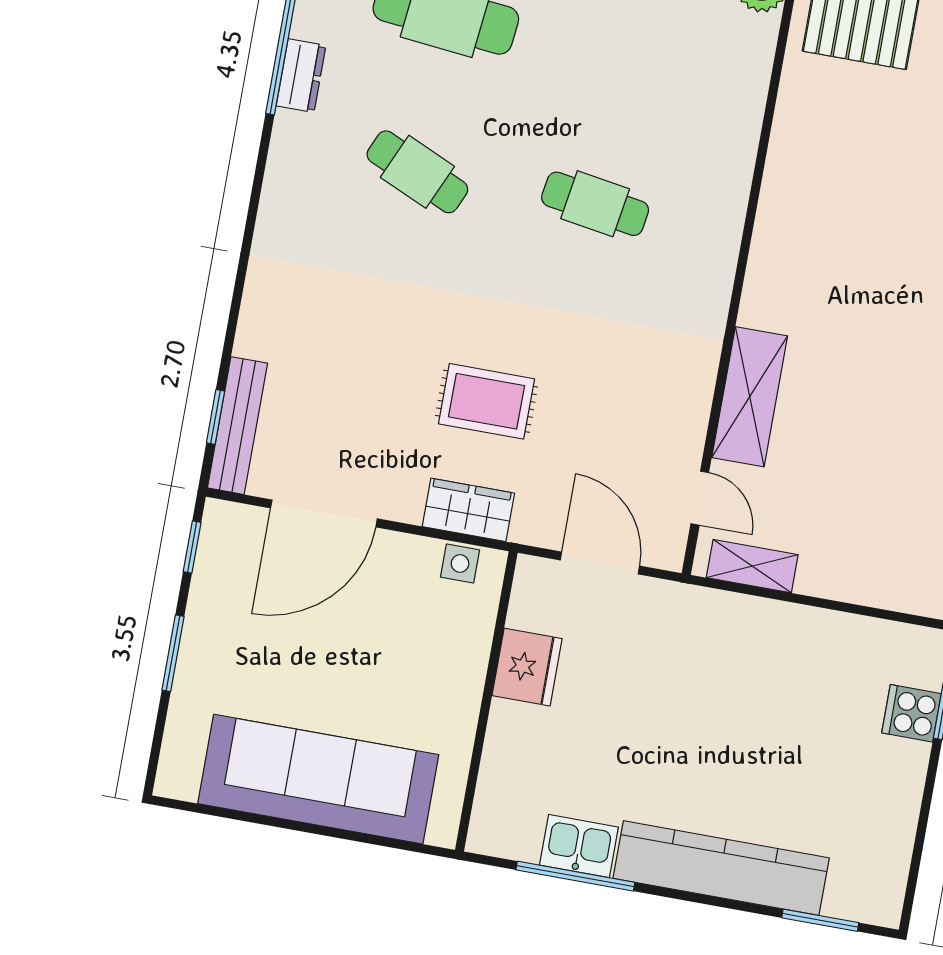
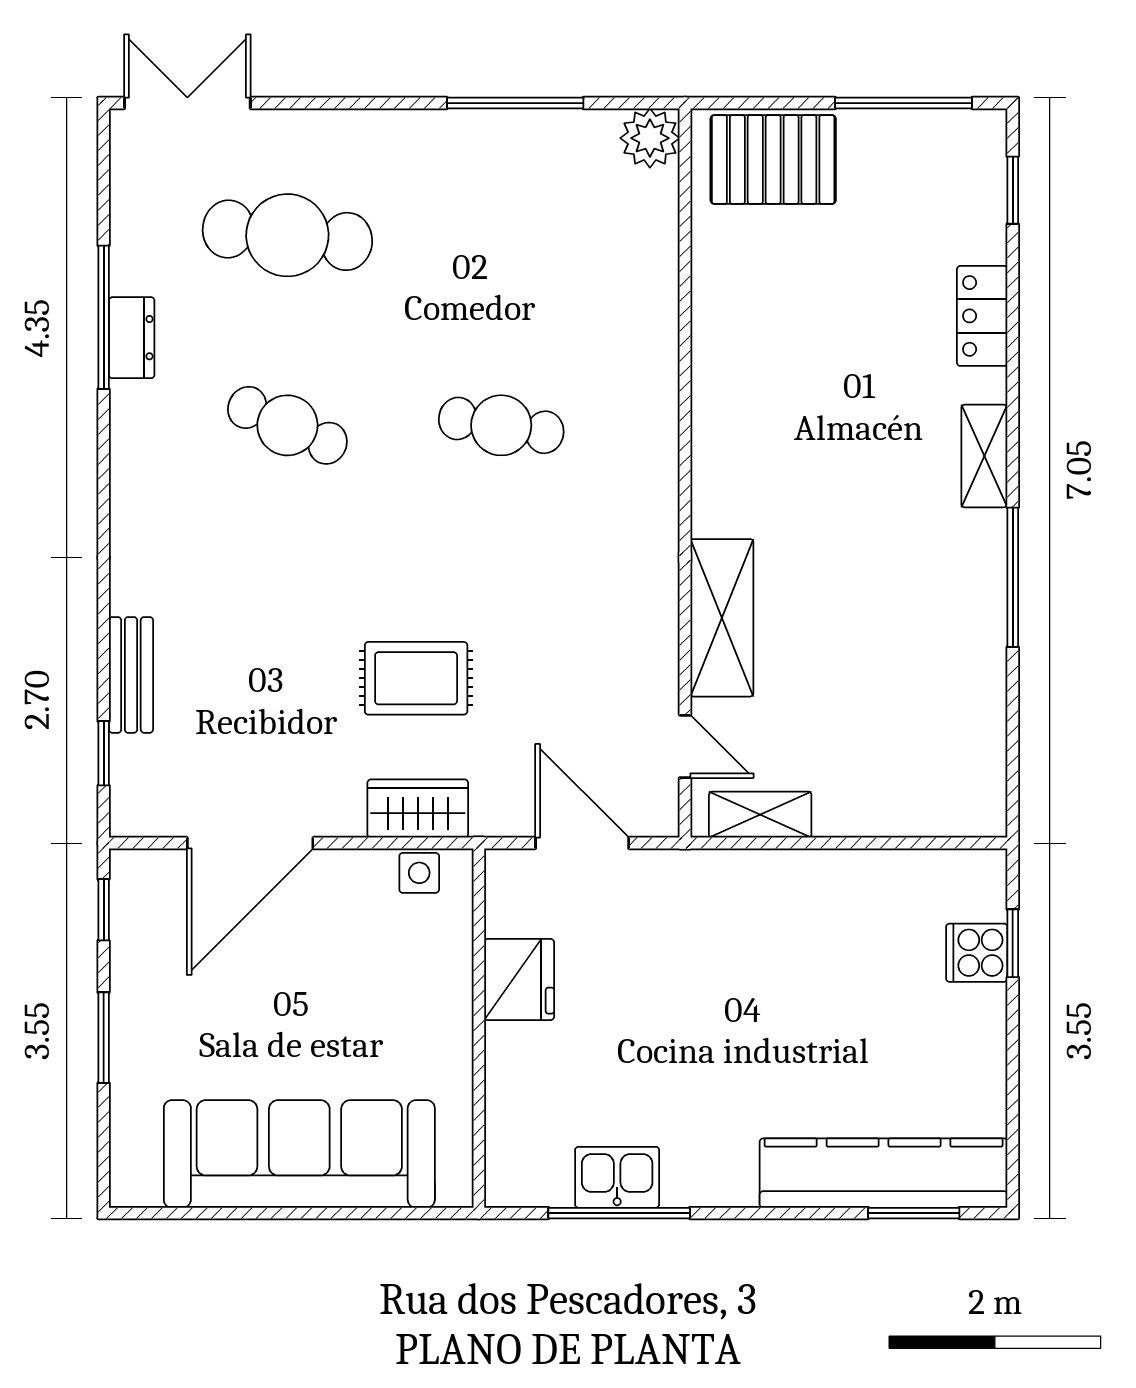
bench: (238, 426) -> (131, 675), moved, width x0.73
kitchen counter: (721, 868) -> (884, 1173), moved

